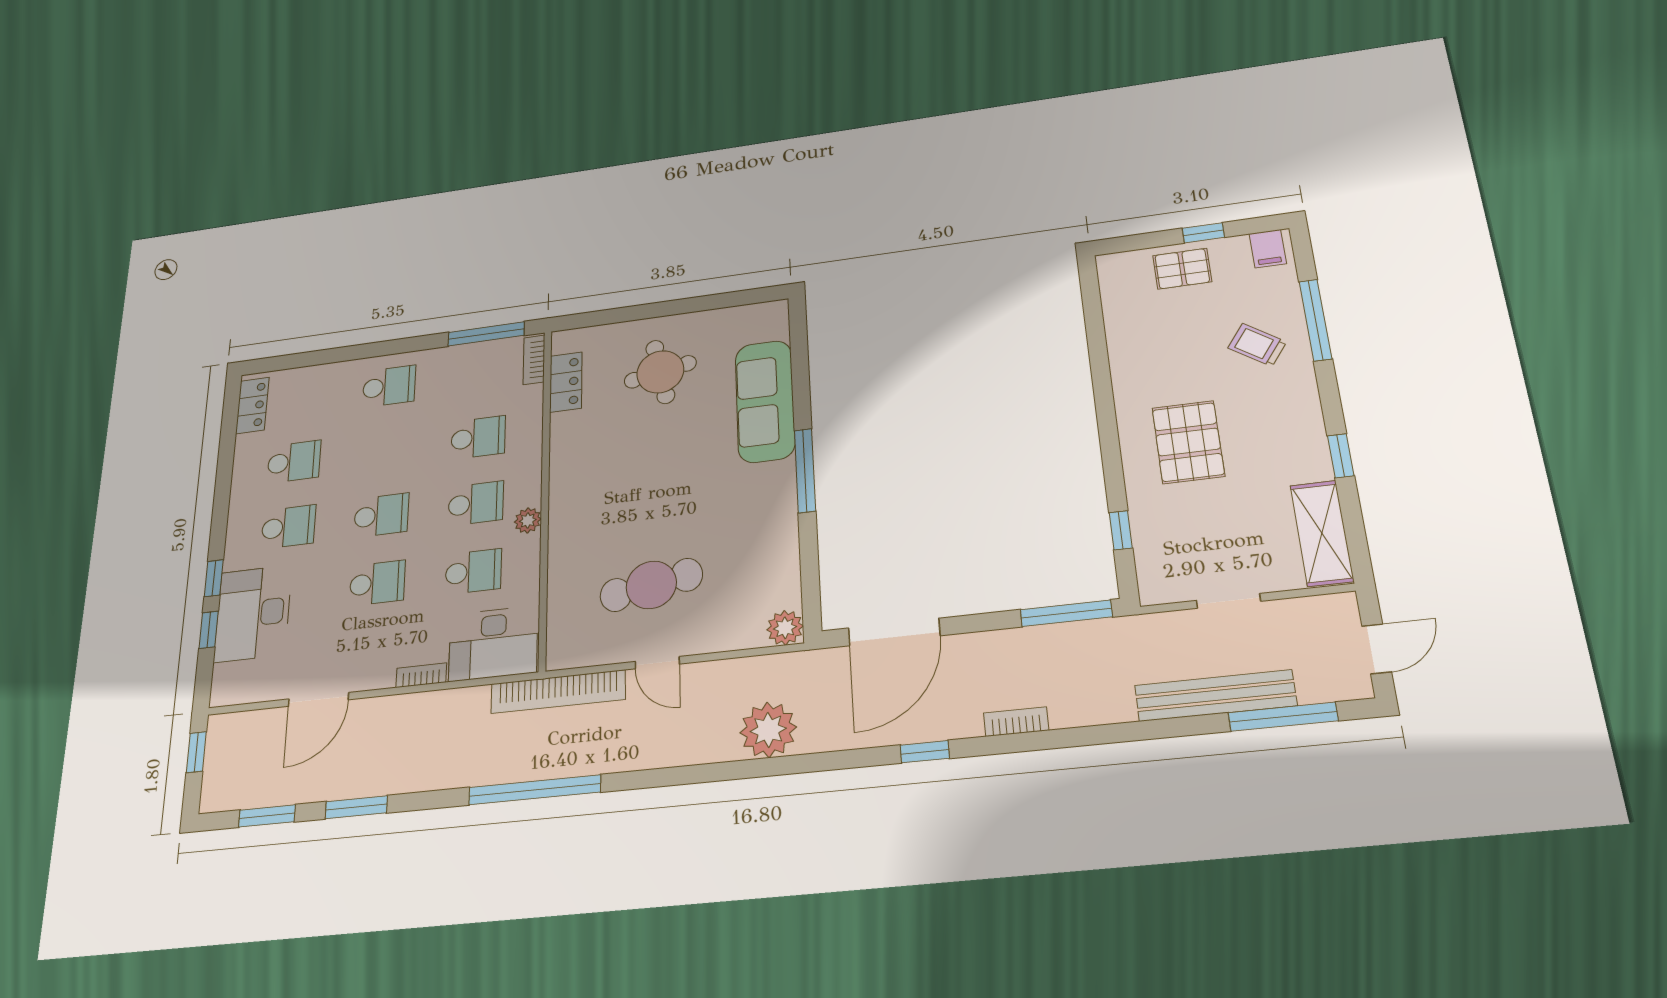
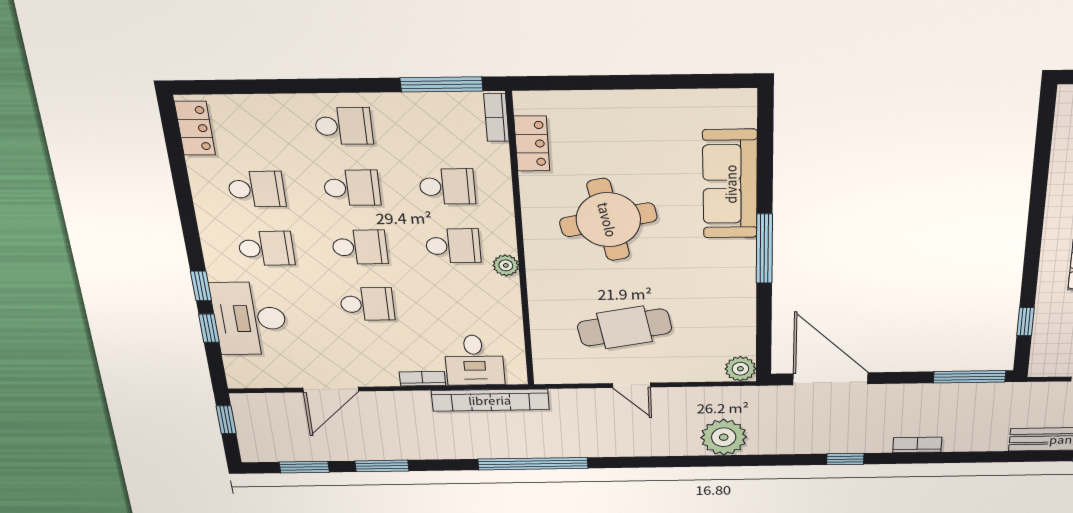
round table: (660, 372) -> (608, 220), moved, width x1.36, depth x1.36
school desk: (473, 572) -> (352, 188), moved
door: (894, 632) -> (830, 379), swing flipped
desk: (493, 643) -> (474, 360), width x0.73
bookcase: (558, 692) -> (490, 400), moved

